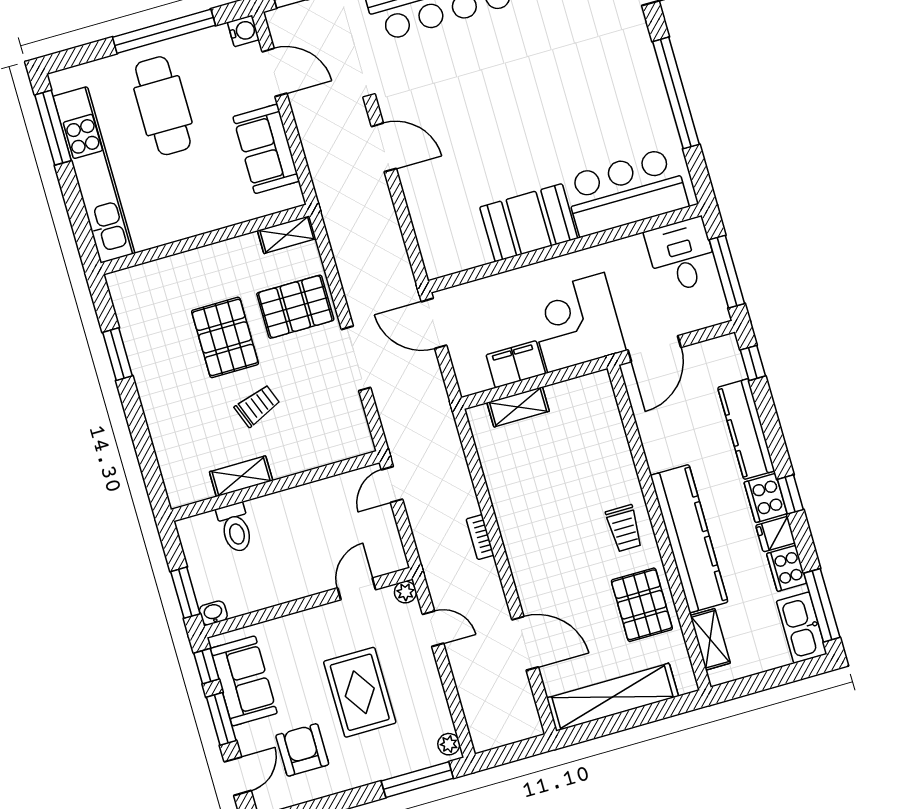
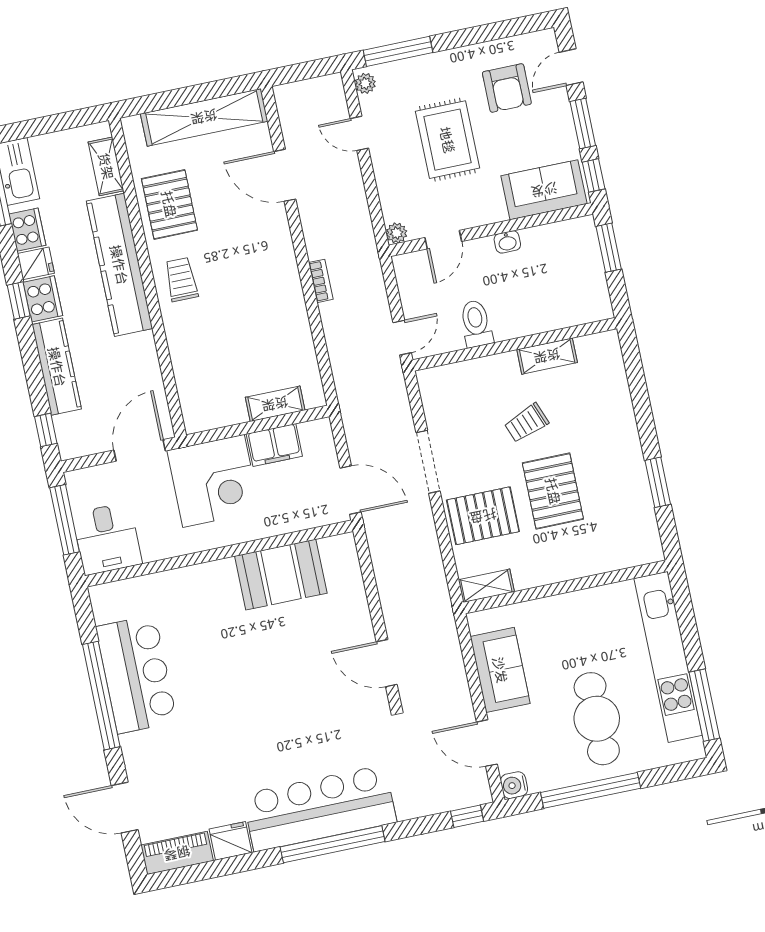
bar counter: (626, 192) -> (136, 674), moved, turned -90
booth: (529, 223) -> (281, 575), moved
toilet: (235, 528) -> (476, 324), moved
washbasin: (213, 613) -> (507, 242), moved
door: (433, 629) -> (359, 133), moved
sofa: (244, 681) -> (544, 190), moved, turned 90

